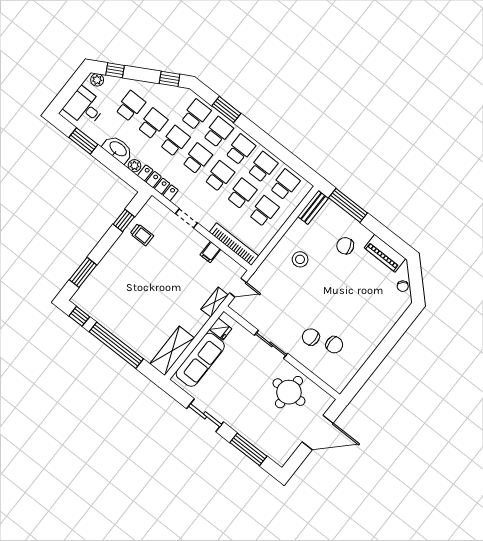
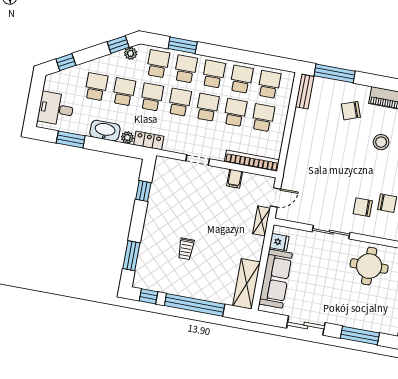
plant: (97, 80) -> (131, 53), moved
locker: (158, 183) -> (149, 141), width x0.66
trolley: (142, 235) -> (186, 249), moved, turned 90
stool: (300, 259) -> (381, 142), moved

